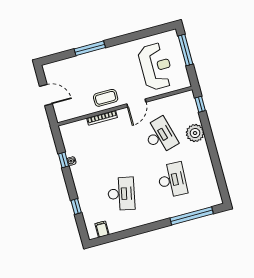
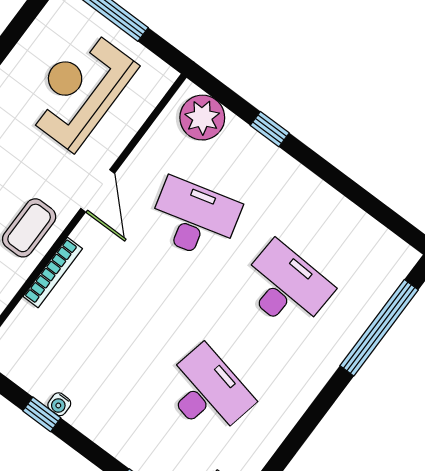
reception desk: (156, 66) -> (80, 89), turned -90
window: (200, 104) -> (270, 129), moved
plant: (195, 133) -> (202, 118), moved

